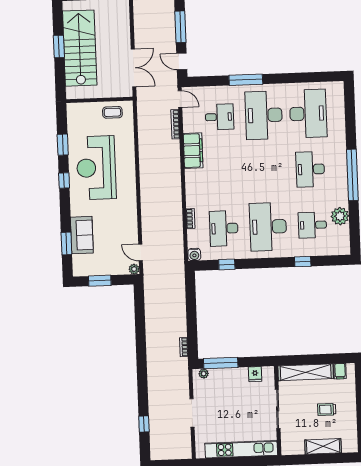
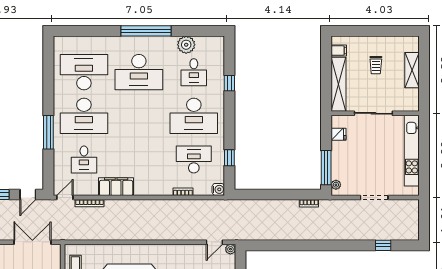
desk: (220, 117) -> (84, 159), turned 180
desk: (310, 169) -> (139, 72), width x1.36, depth x1.30
desk: (224, 228) -> (194, 159), turned 180

